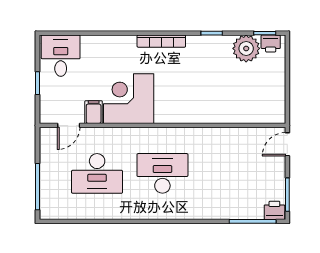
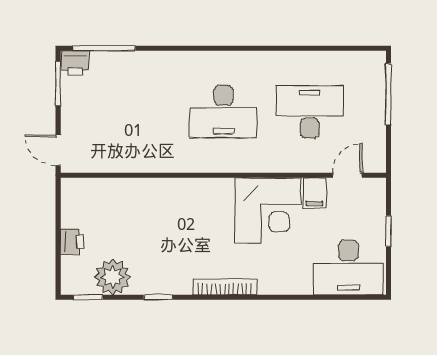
printer: (271, 44) -> (72, 242), moved, turned 90
desk: (61, 56) -> (348, 267), width x1.37
door: (287, 144) -> (58, 150), swing flipped

